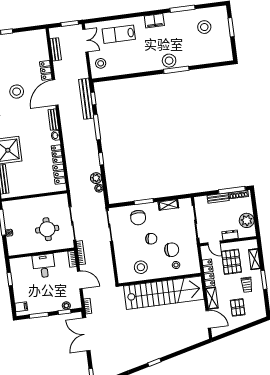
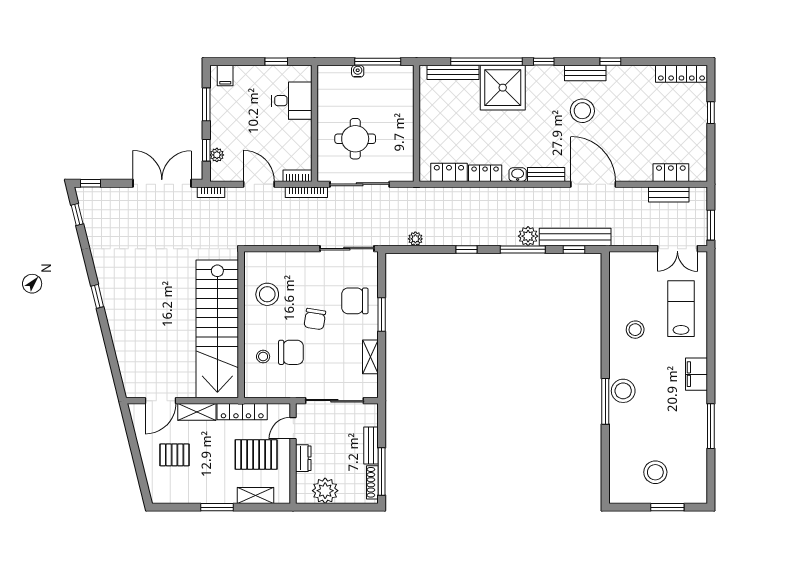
stool: (204, 27) -> (655, 472), moved
stool: (101, 63) -> (635, 330), moved
locker: (46, 70) -> (671, 173), moved
stool: (17, 92) -> (582, 111), moved
plant: (96, 178) -> (528, 236), moved
chair: (172, 250) -> (291, 352), turned -90
desk: (44, 266) -> (292, 101), moved
door: (80, 280) -> (259, 184), swing flipped
trolley: (247, 285) -> (212, 476), removed

